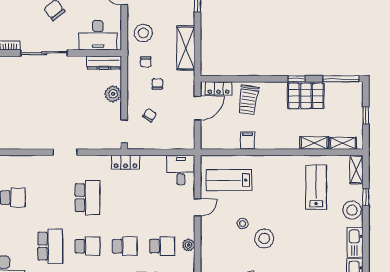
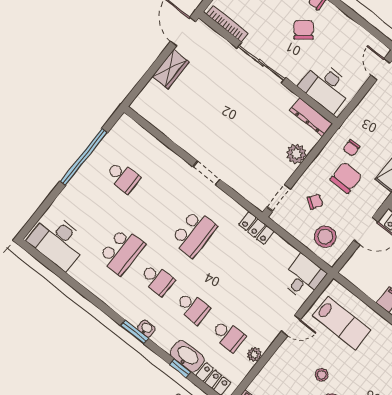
stool: (143, 33) -> (325, 237), moved
chair: (157, 84) -> (346, 178), width x1.87, depth x1.87
lab bench: (229, 180) -> (342, 323), turned 180

